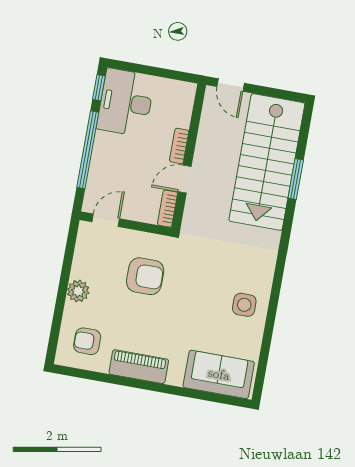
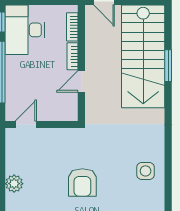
bookcase: (168, 209) -> (72, 27), moved
armchair: (145, 276) -> (82, 182), moved, turned 90

